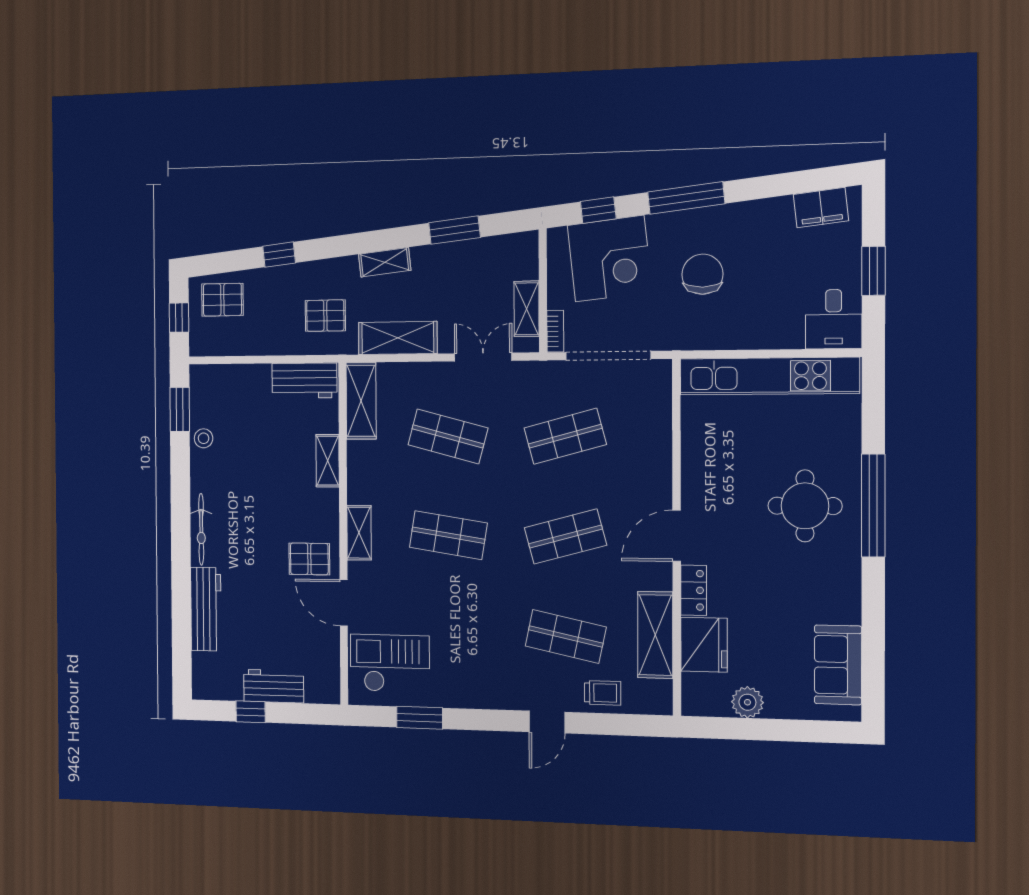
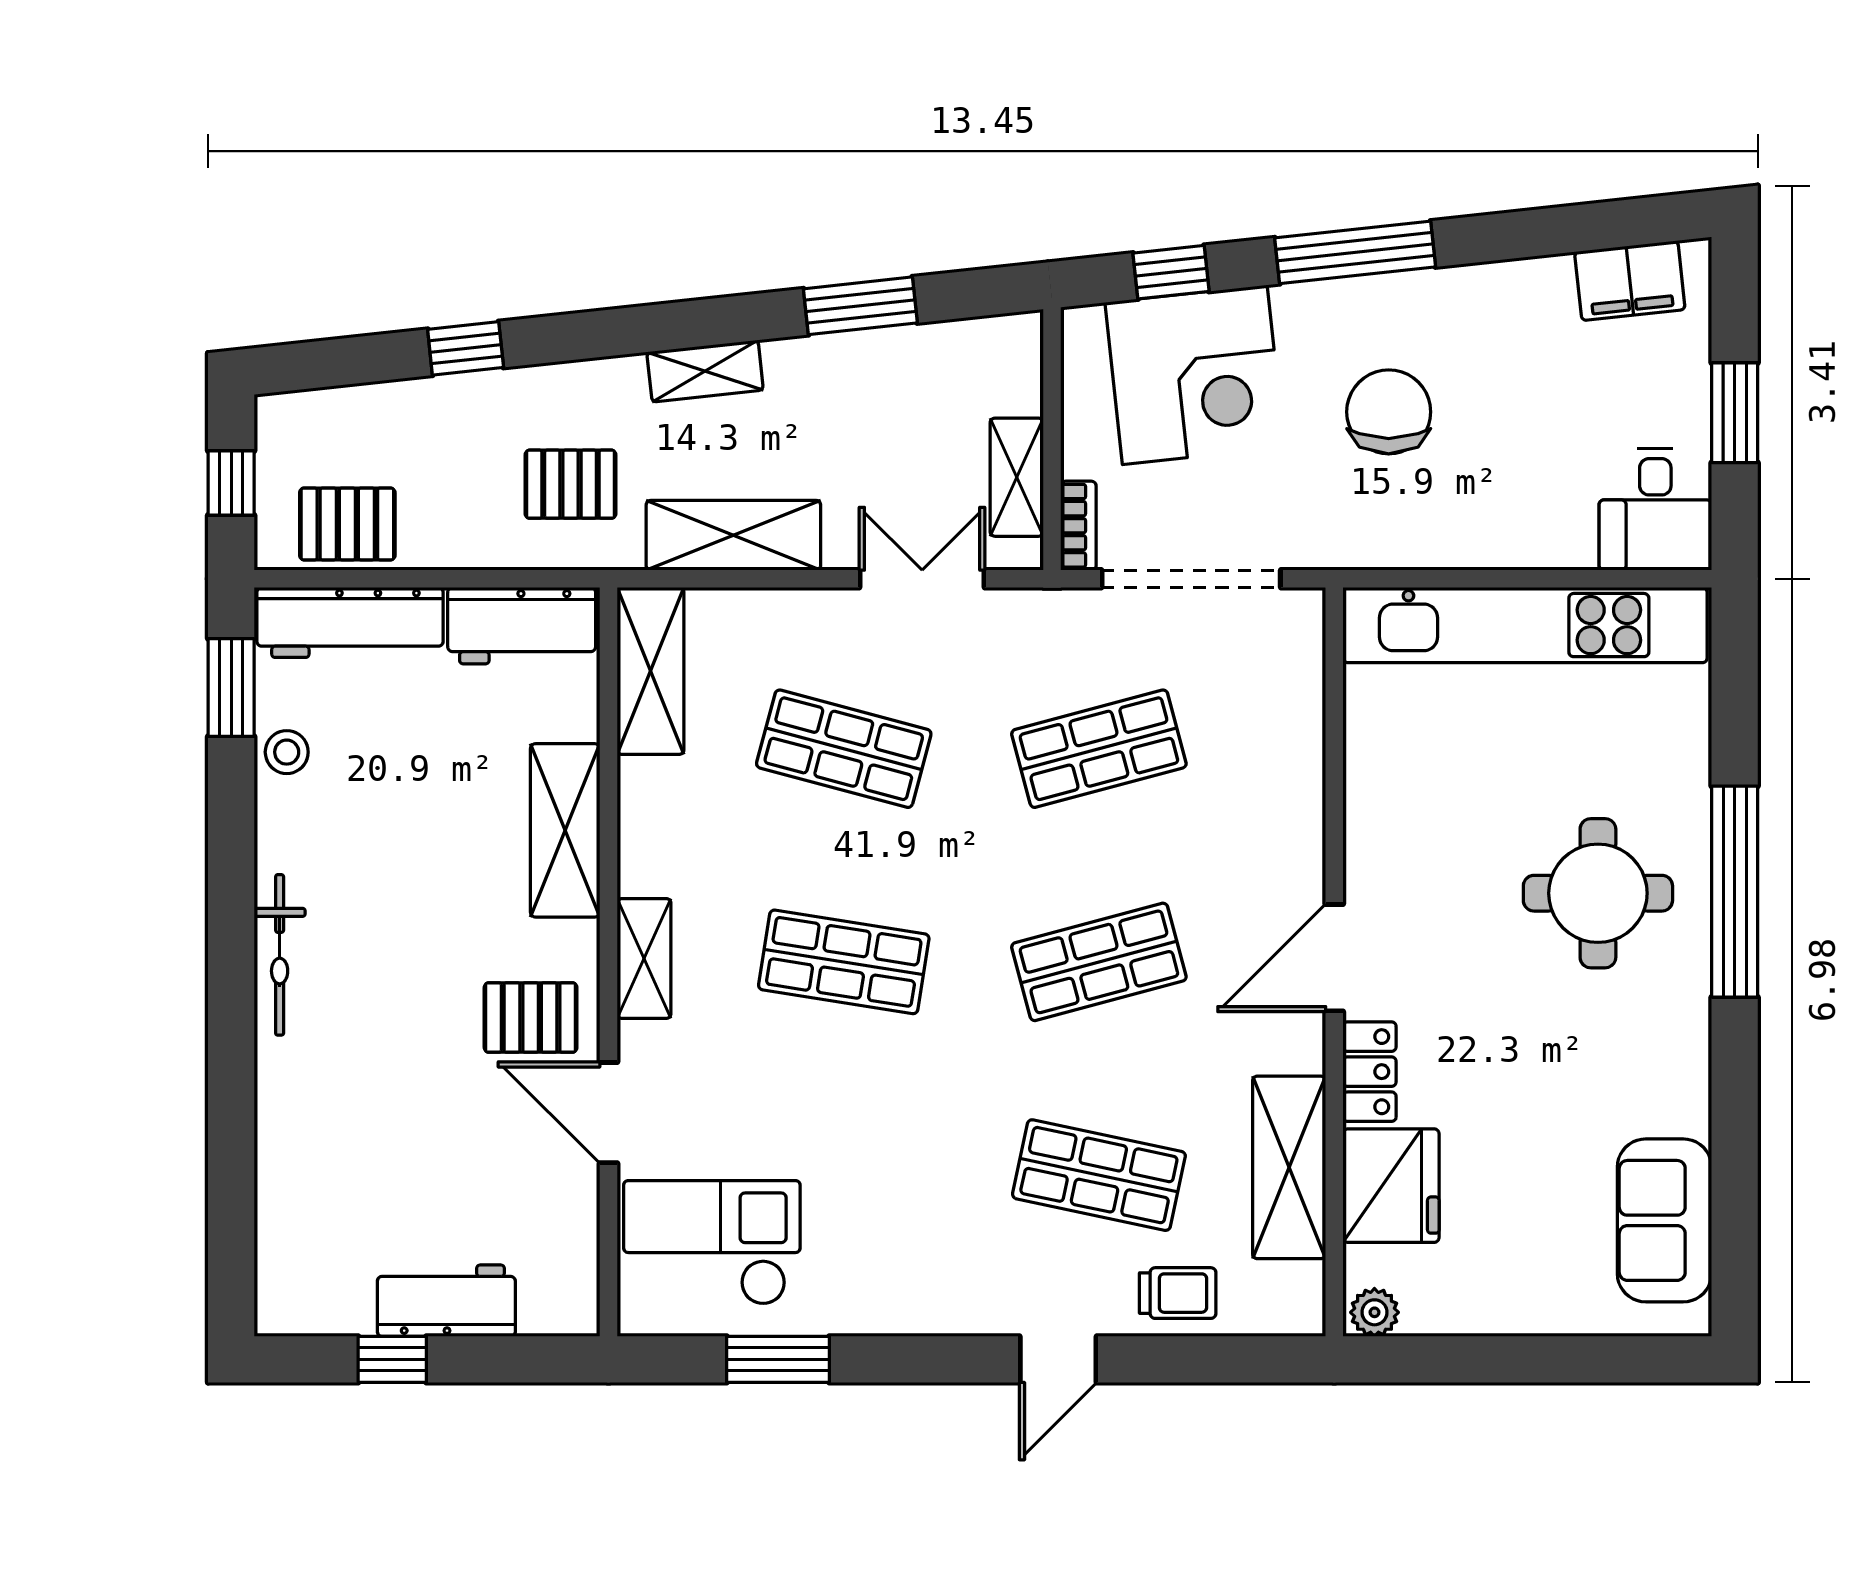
pallet: (222, 300) -> (347, 524), moved
shelving: (328, 461) -> (565, 830), width x1.50, depth x1.33
workbench: (206, 609) -> (350, 622), moved, turned 90
plant: (747, 702) -> (1374, 1312), moved, width x0.73, depth x0.73

